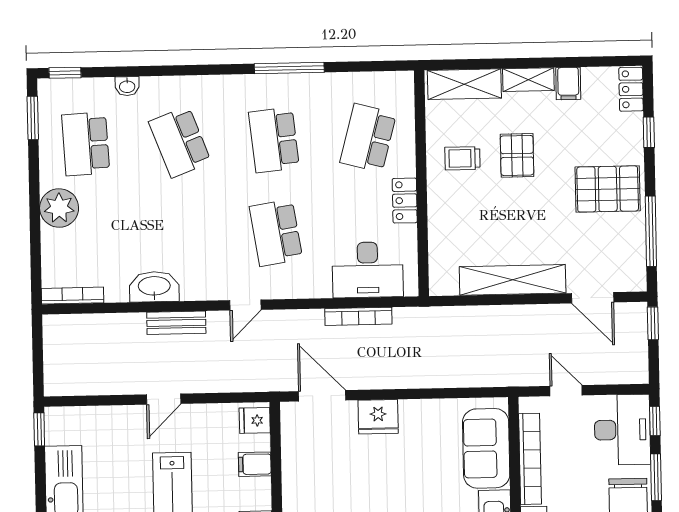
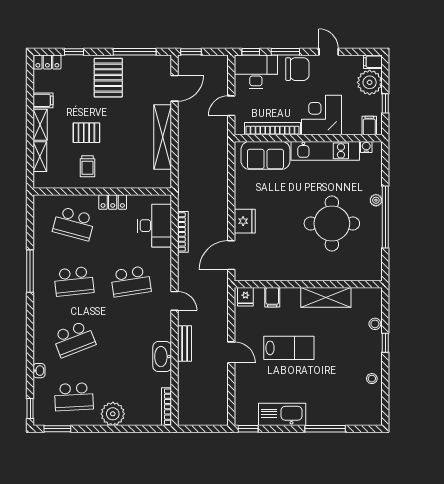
shelving: (464, 84) -> (40, 157), width x0.67, depth x0.75

